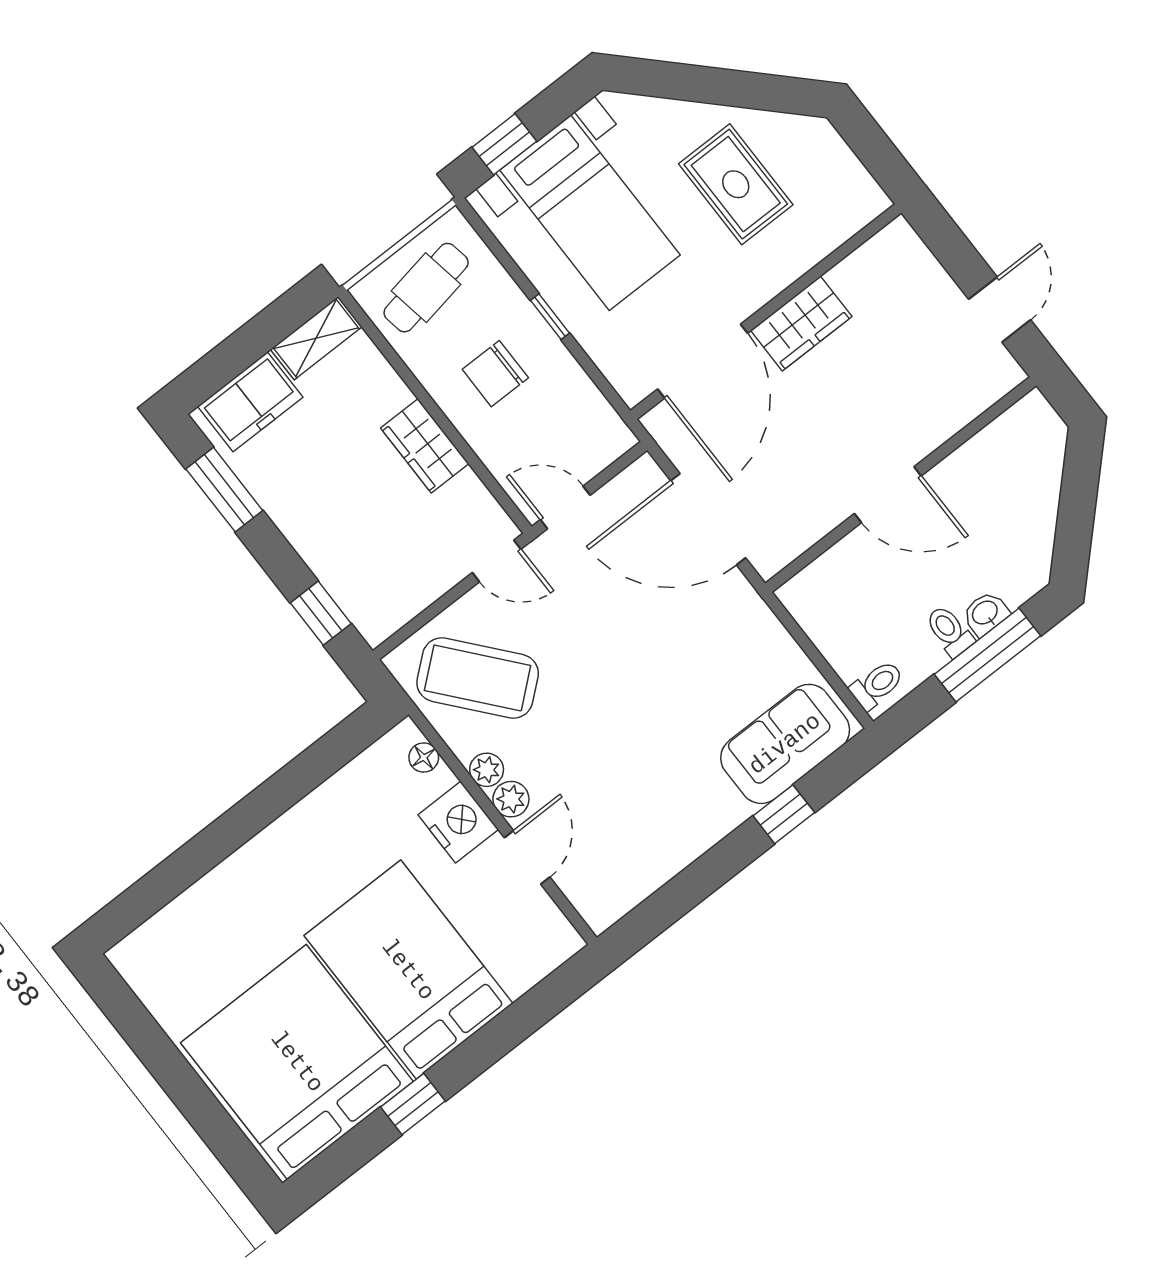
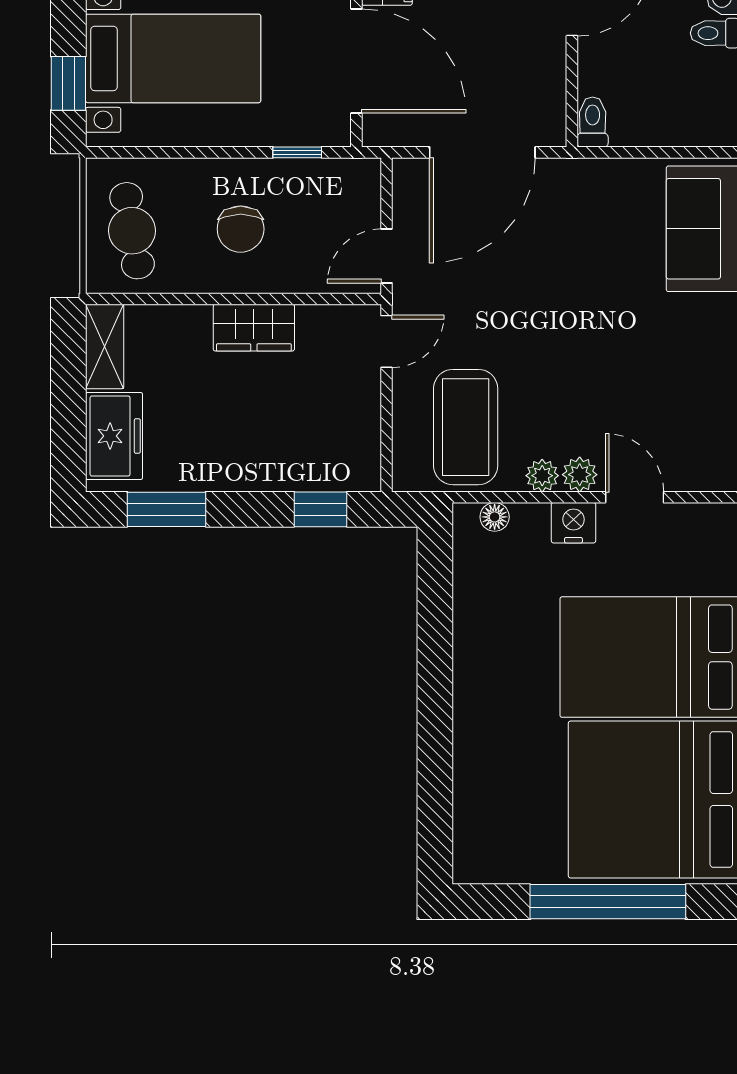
window: (550, 317) -> (297, 152), moved
coffee table: (478, 678) -> (466, 427), turned -50
toilet: (877, 685) -> (593, 122), moved
nightstand: (458, 822) -> (573, 523), width x0.74, depth x0.75
window: (186, 1089) -> (608, 902), added

